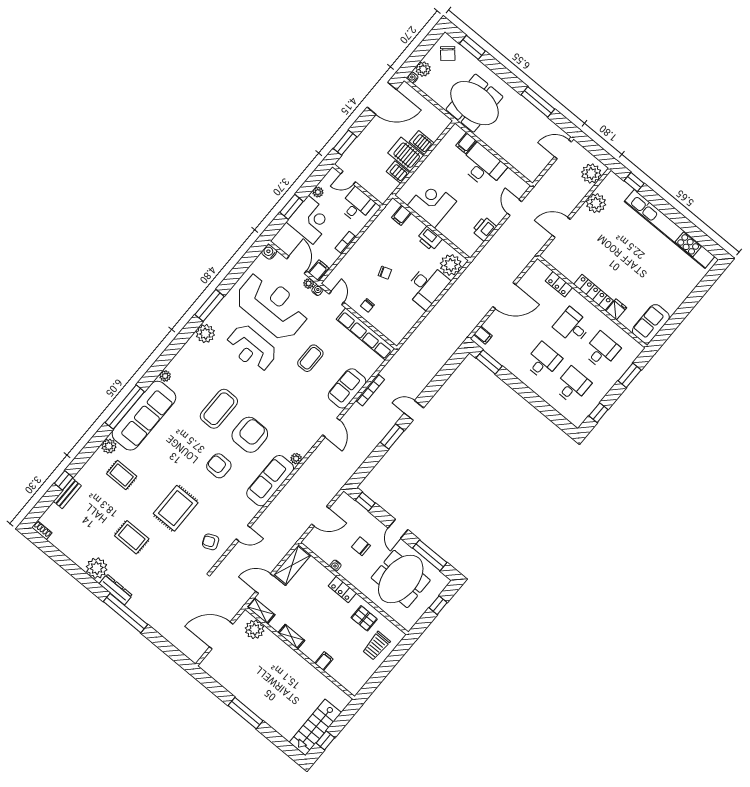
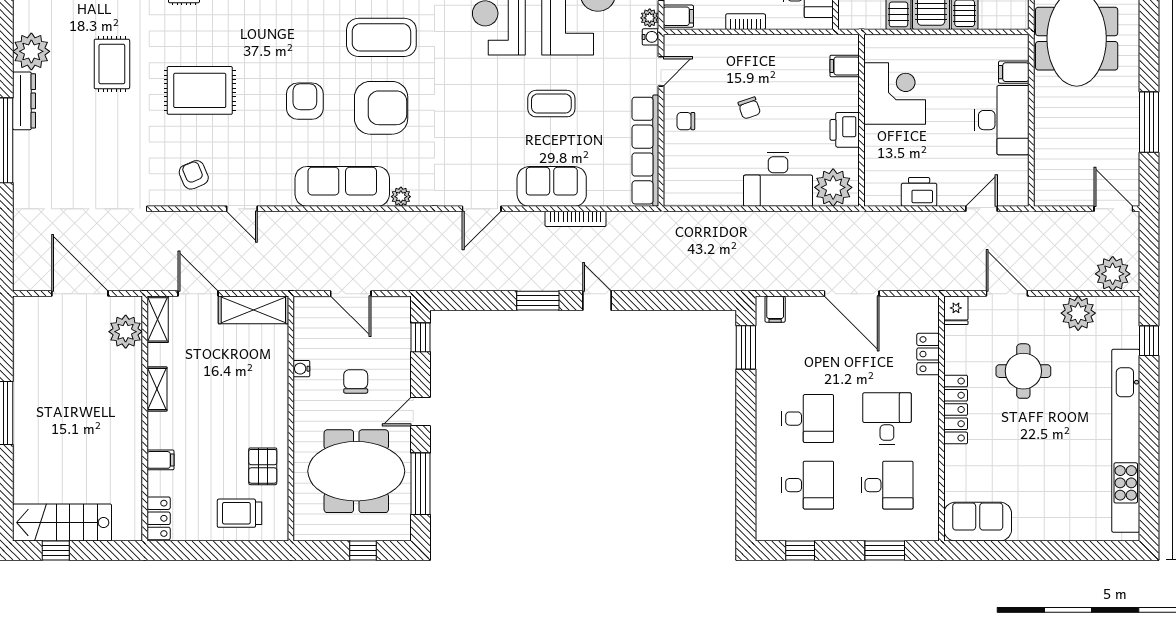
round table: (601, 249) -> (1023, 371), added
fridge: (616, 309) -> (956, 310), moved, turned 90
locker: (342, 589) -> (159, 518), moved, turned 180

